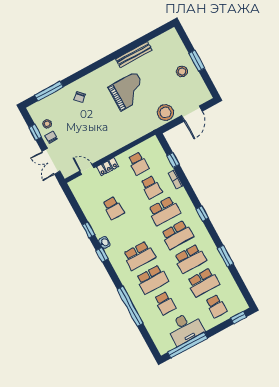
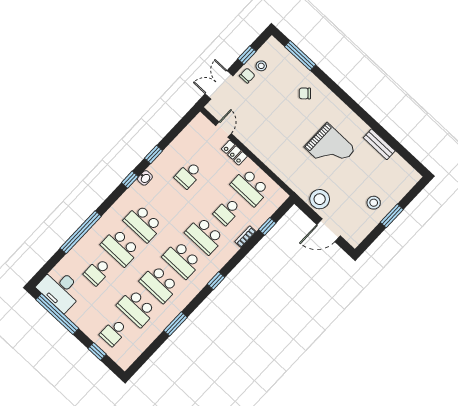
bench: (134, 55) -> (379, 144), width x0.73
school desk: (138, 163) -> (250, 187), width x1.85
window: (238, 318) -> (97, 351), moved
desk: (185, 328) -> (60, 289), moved

